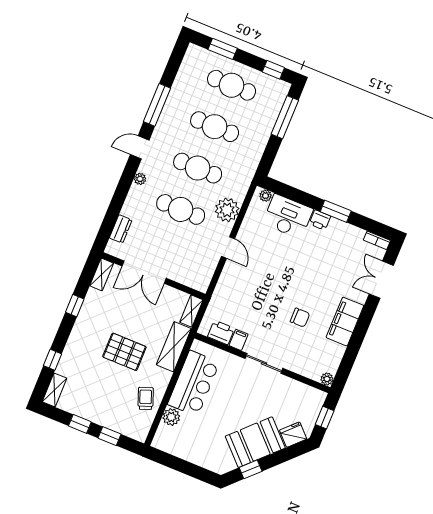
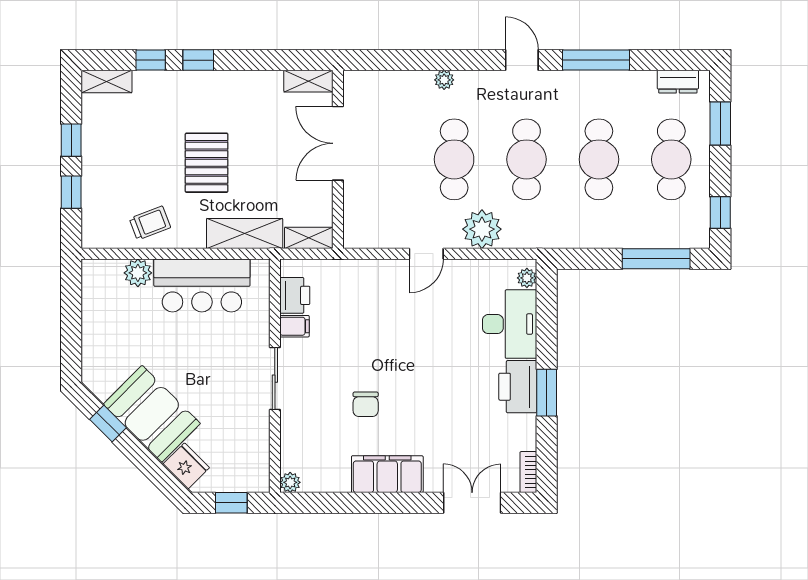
plant: (140, 179) -> (444, 80), moved
printer: (320, 220) -> (518, 387), width x1.87, depth x1.48
dresser: (121, 229) -> (678, 82), moved
window: (75, 306) -> (198, 60), moved

